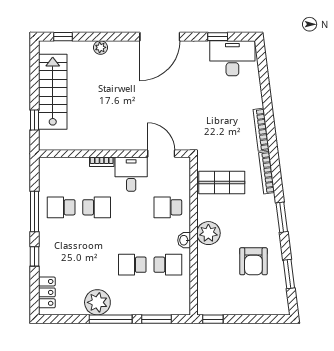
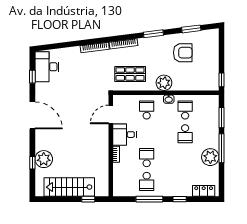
window: (63, 37) -> (32, 163), moved
plant: (100, 47) -> (44, 159), width x1.88, depth x1.88
shop shelf: (222, 182) -> (130, 74), turned 90
school desk: (168, 207) -> (147, 110), turned 180

